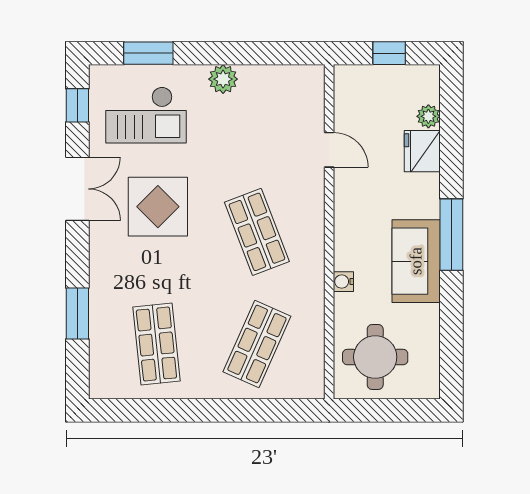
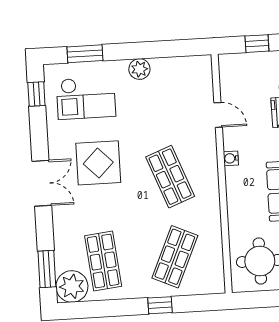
double door: (77, 189) -> (42, 183), moved
water cooler: (343, 282) -> (231, 158), moved
window: (77, 313) -> (47, 269), moved
plant: (111, 377) -> (72, 286), added
window: (232, 410) -> (160, 305), added

